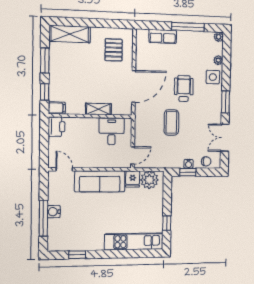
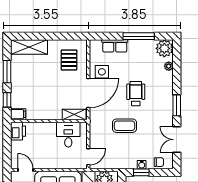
plant: (219, 37) -> (164, 48), width x1.88, depth x1.88
side table: (213, 77) -> (102, 72), moved
shelving: (98, 109) -> (74, 115), moved
coffee table: (171, 122) -> (124, 126), turned 90

